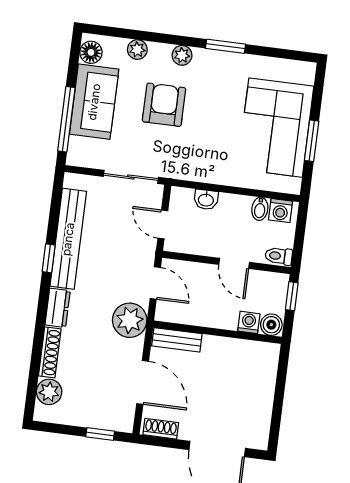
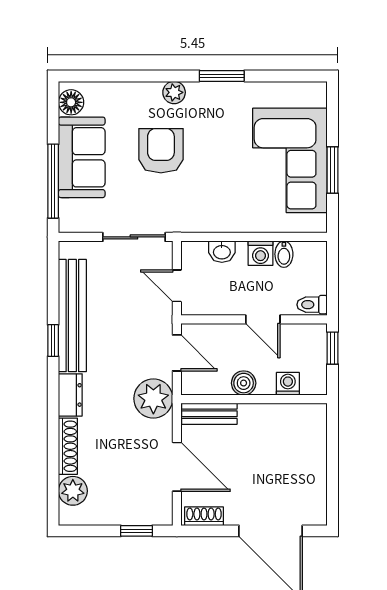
plant: (137, 50) -> (123, 92), removed
washing machine: (280, 211) -> (260, 253), moved
boiler: (271, 325) -> (244, 383), moved

